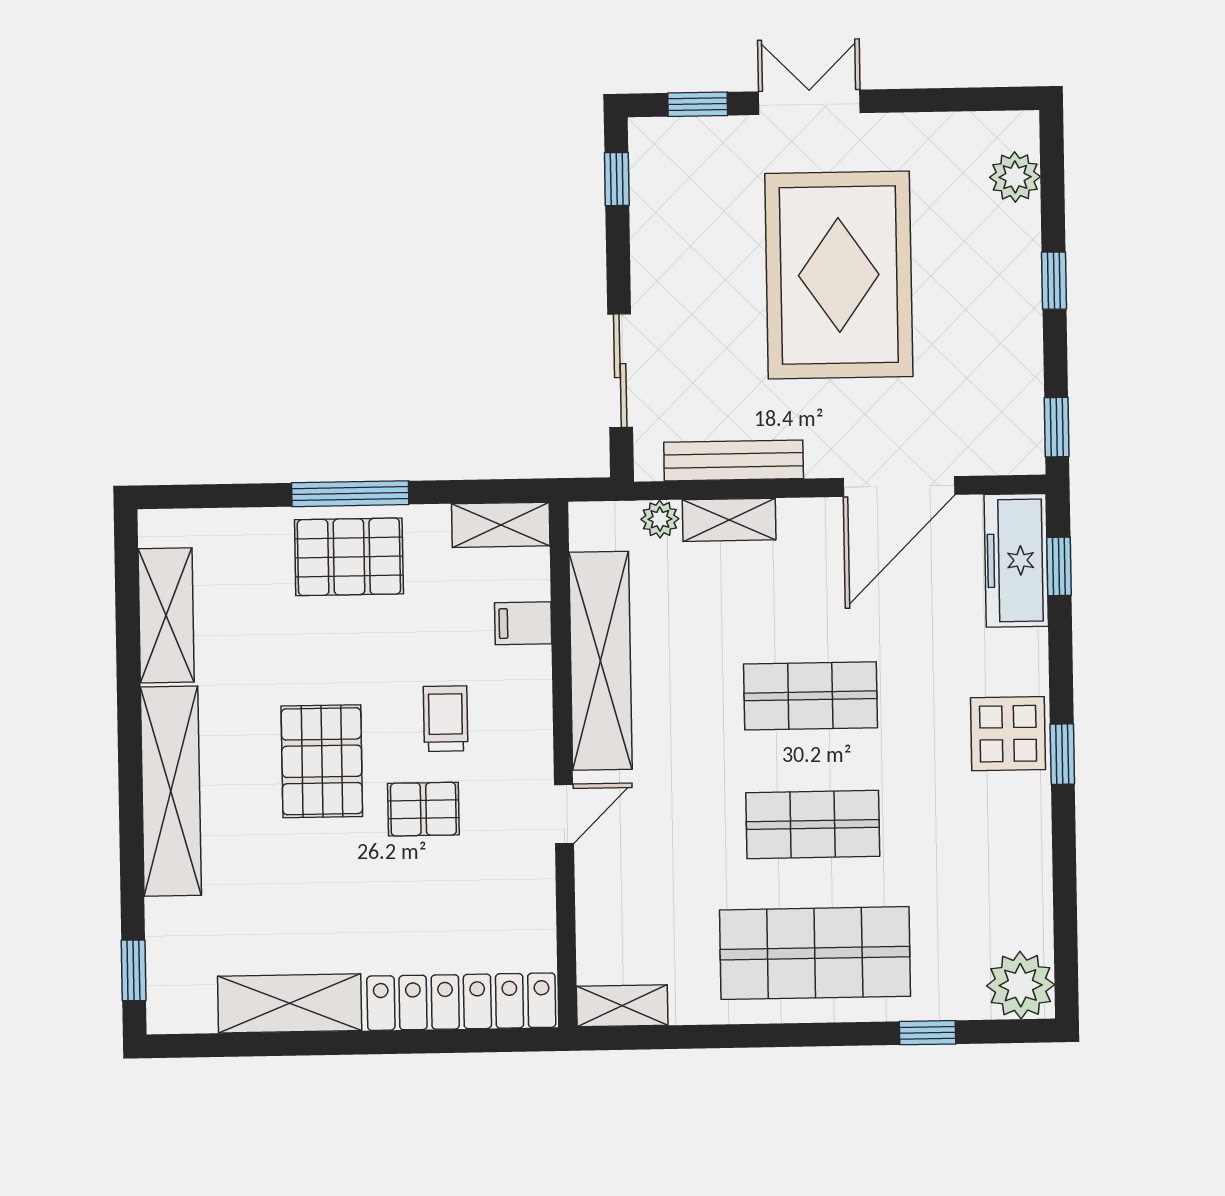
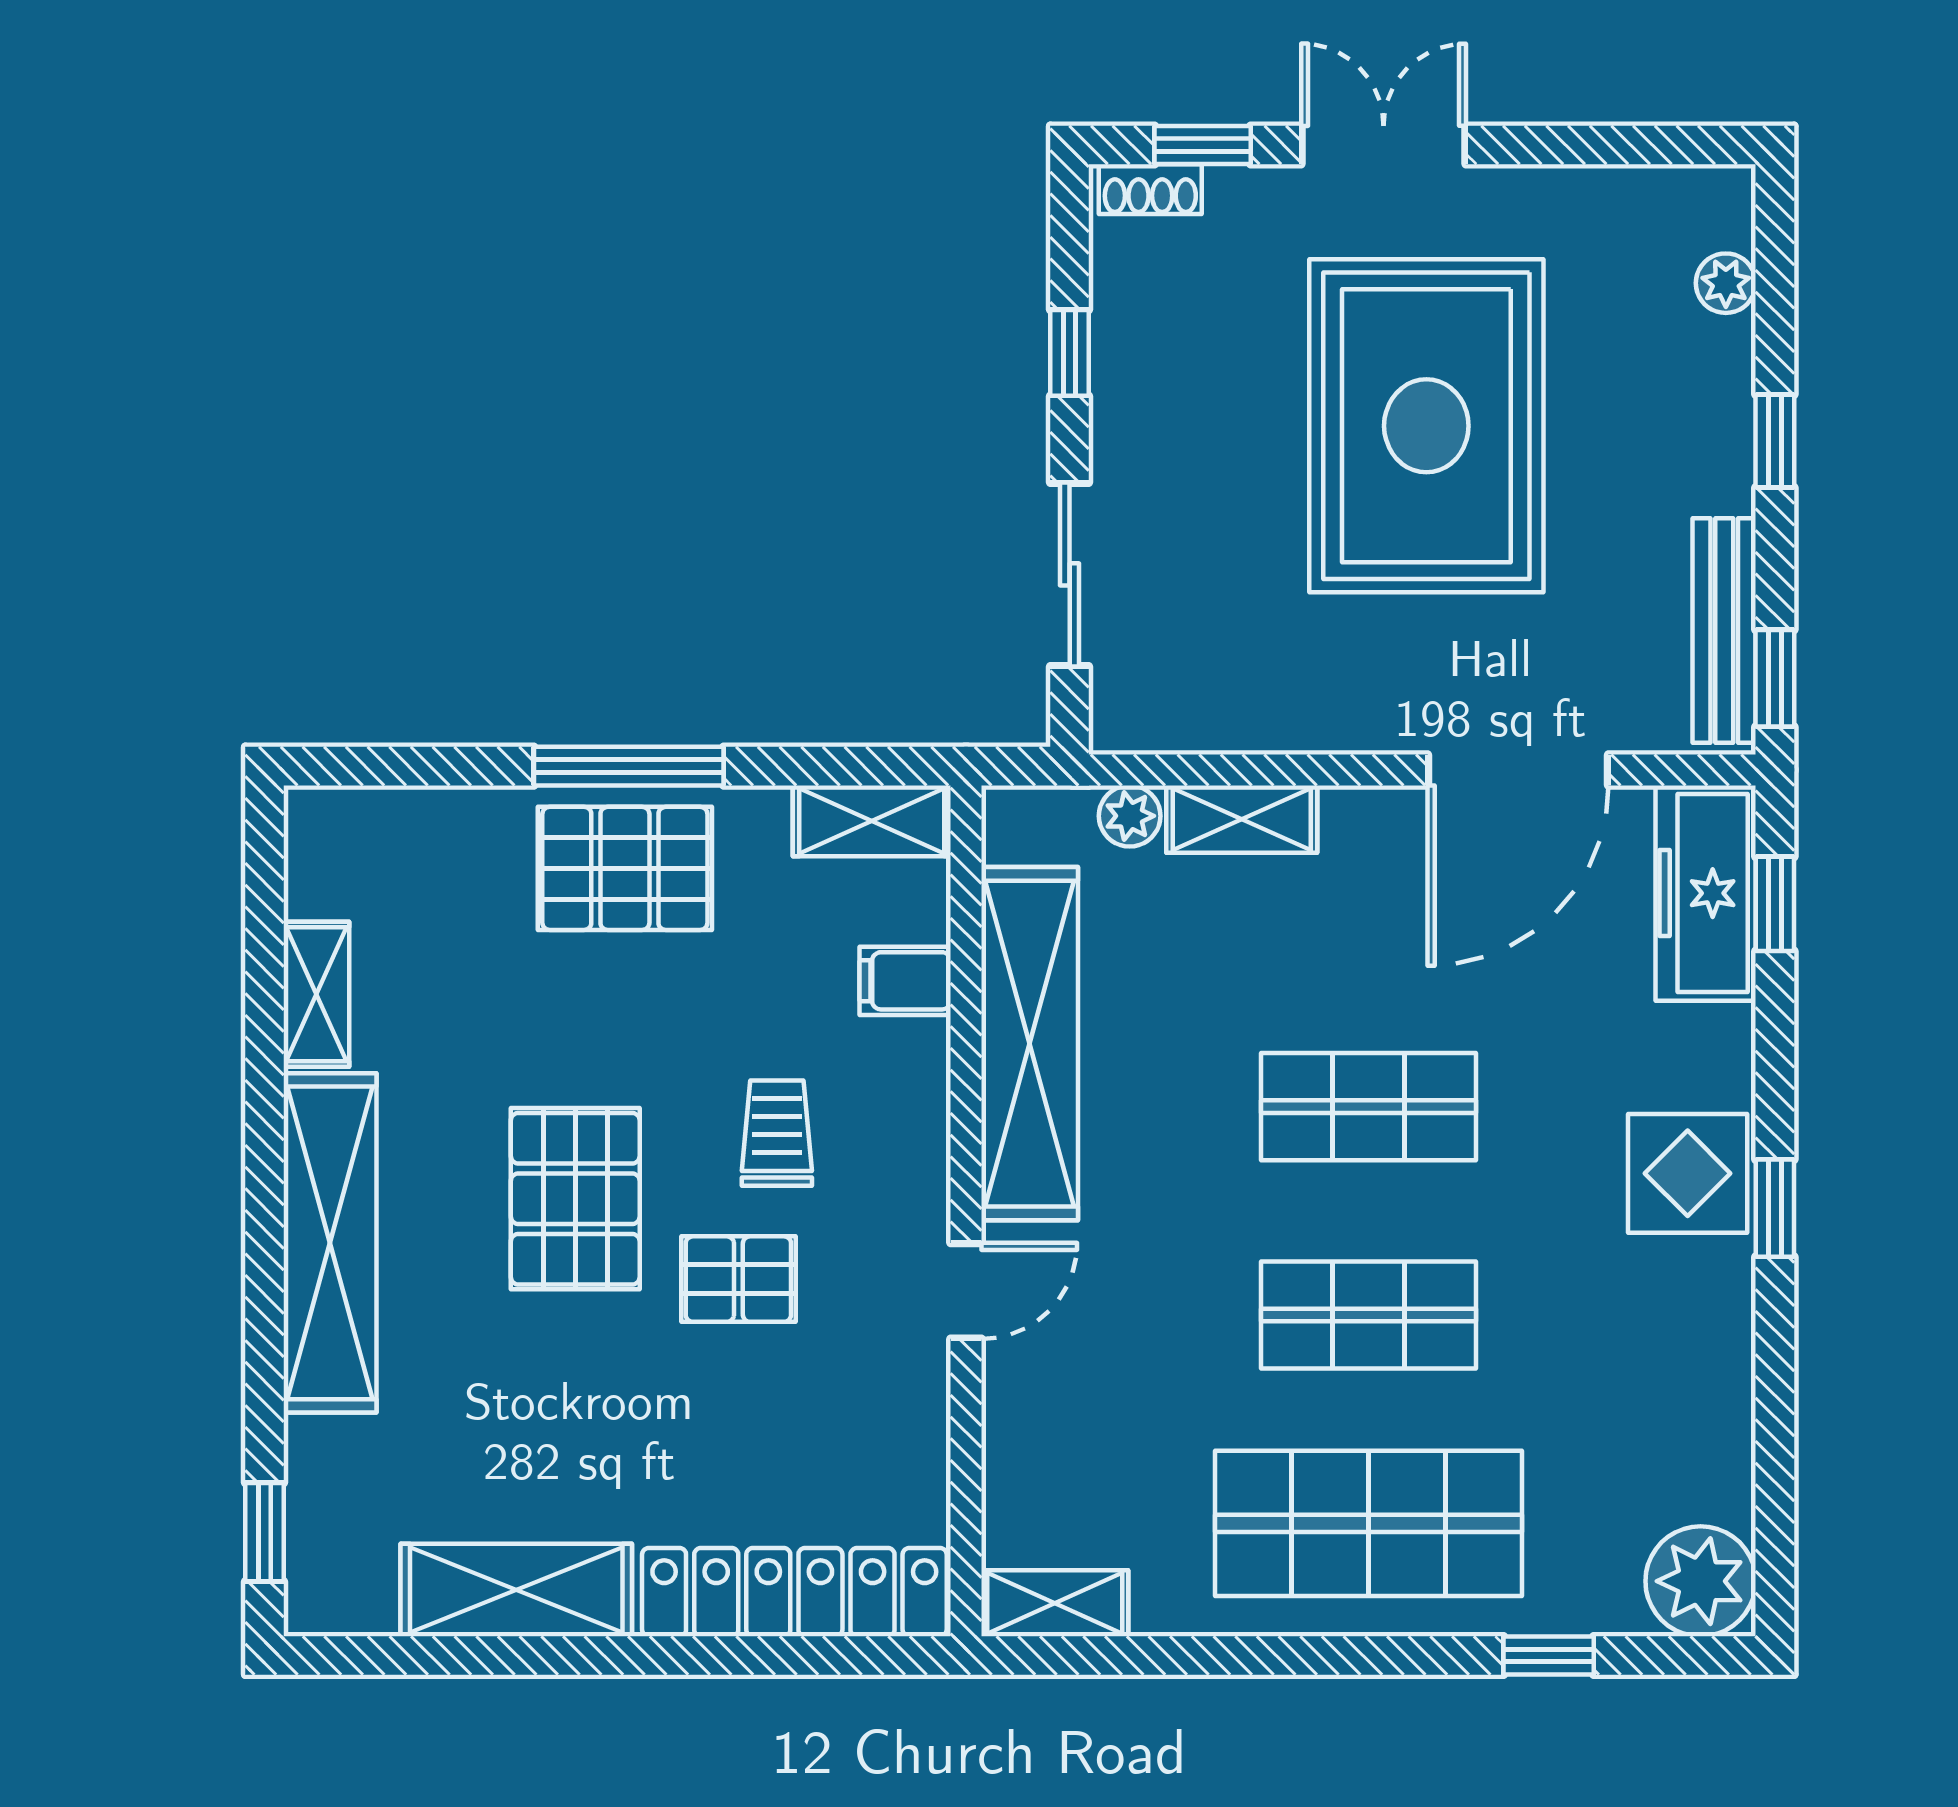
shoe rack: (666, 132) -> (1150, 189), added
plant: (1015, 177) -> (1726, 283), width x0.73, depth x0.73
window: (617, 179) -> (1070, 353), moved
bench: (734, 460) -> (1724, 630), moved, turned 90
shelving: (166, 615) -> (316, 994), width x0.67, depth x0.75

